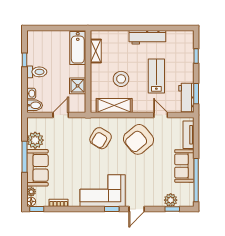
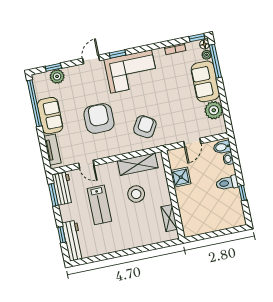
workbench: (147, 37) -> (73, 241), moved, turned 90
bathtub: (78, 48) -> (189, 217), removed
armchair: (138, 139) -> (99, 118), moved, turned -50
window: (24, 157) -> (215, 61), moved

